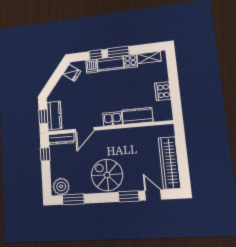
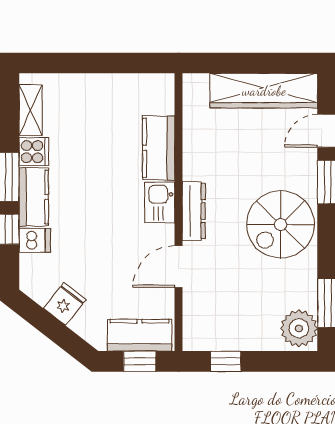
fridge: (72, 73) -> (65, 304), moved
cooker: (163, 91) -> (110, 88), removed
door: (85, 130) -> (178, 267), swing flipped
dresser: (61, 139) -> (194, 211), moved

